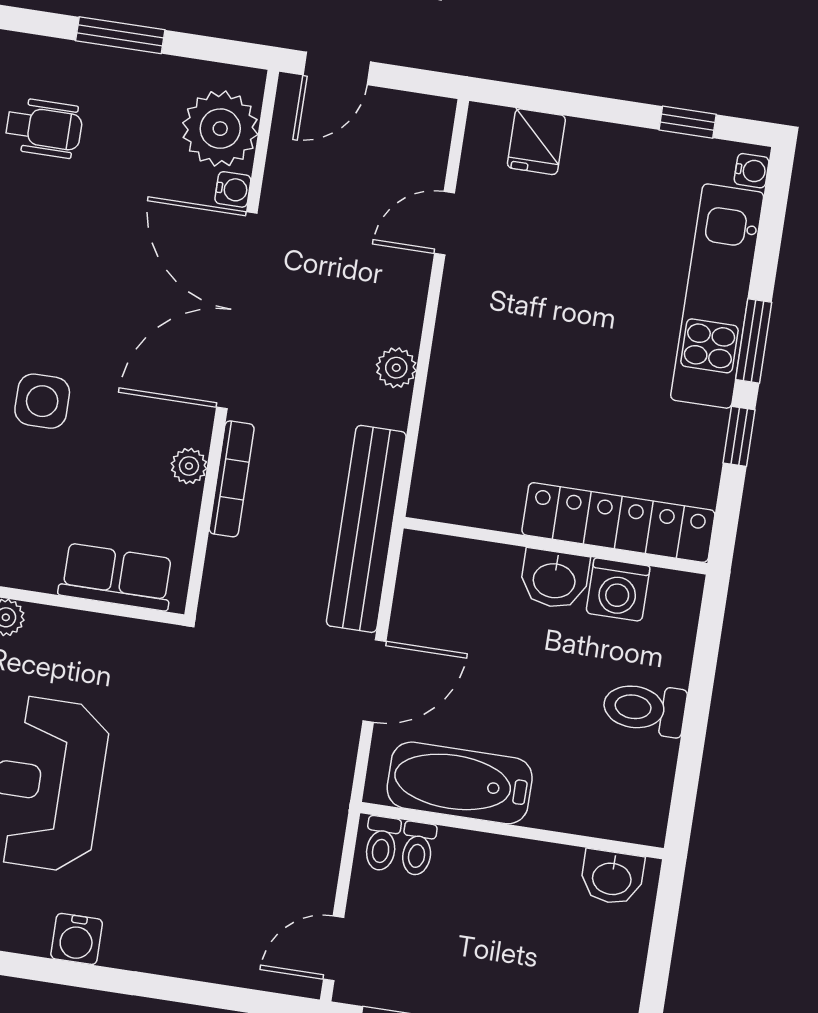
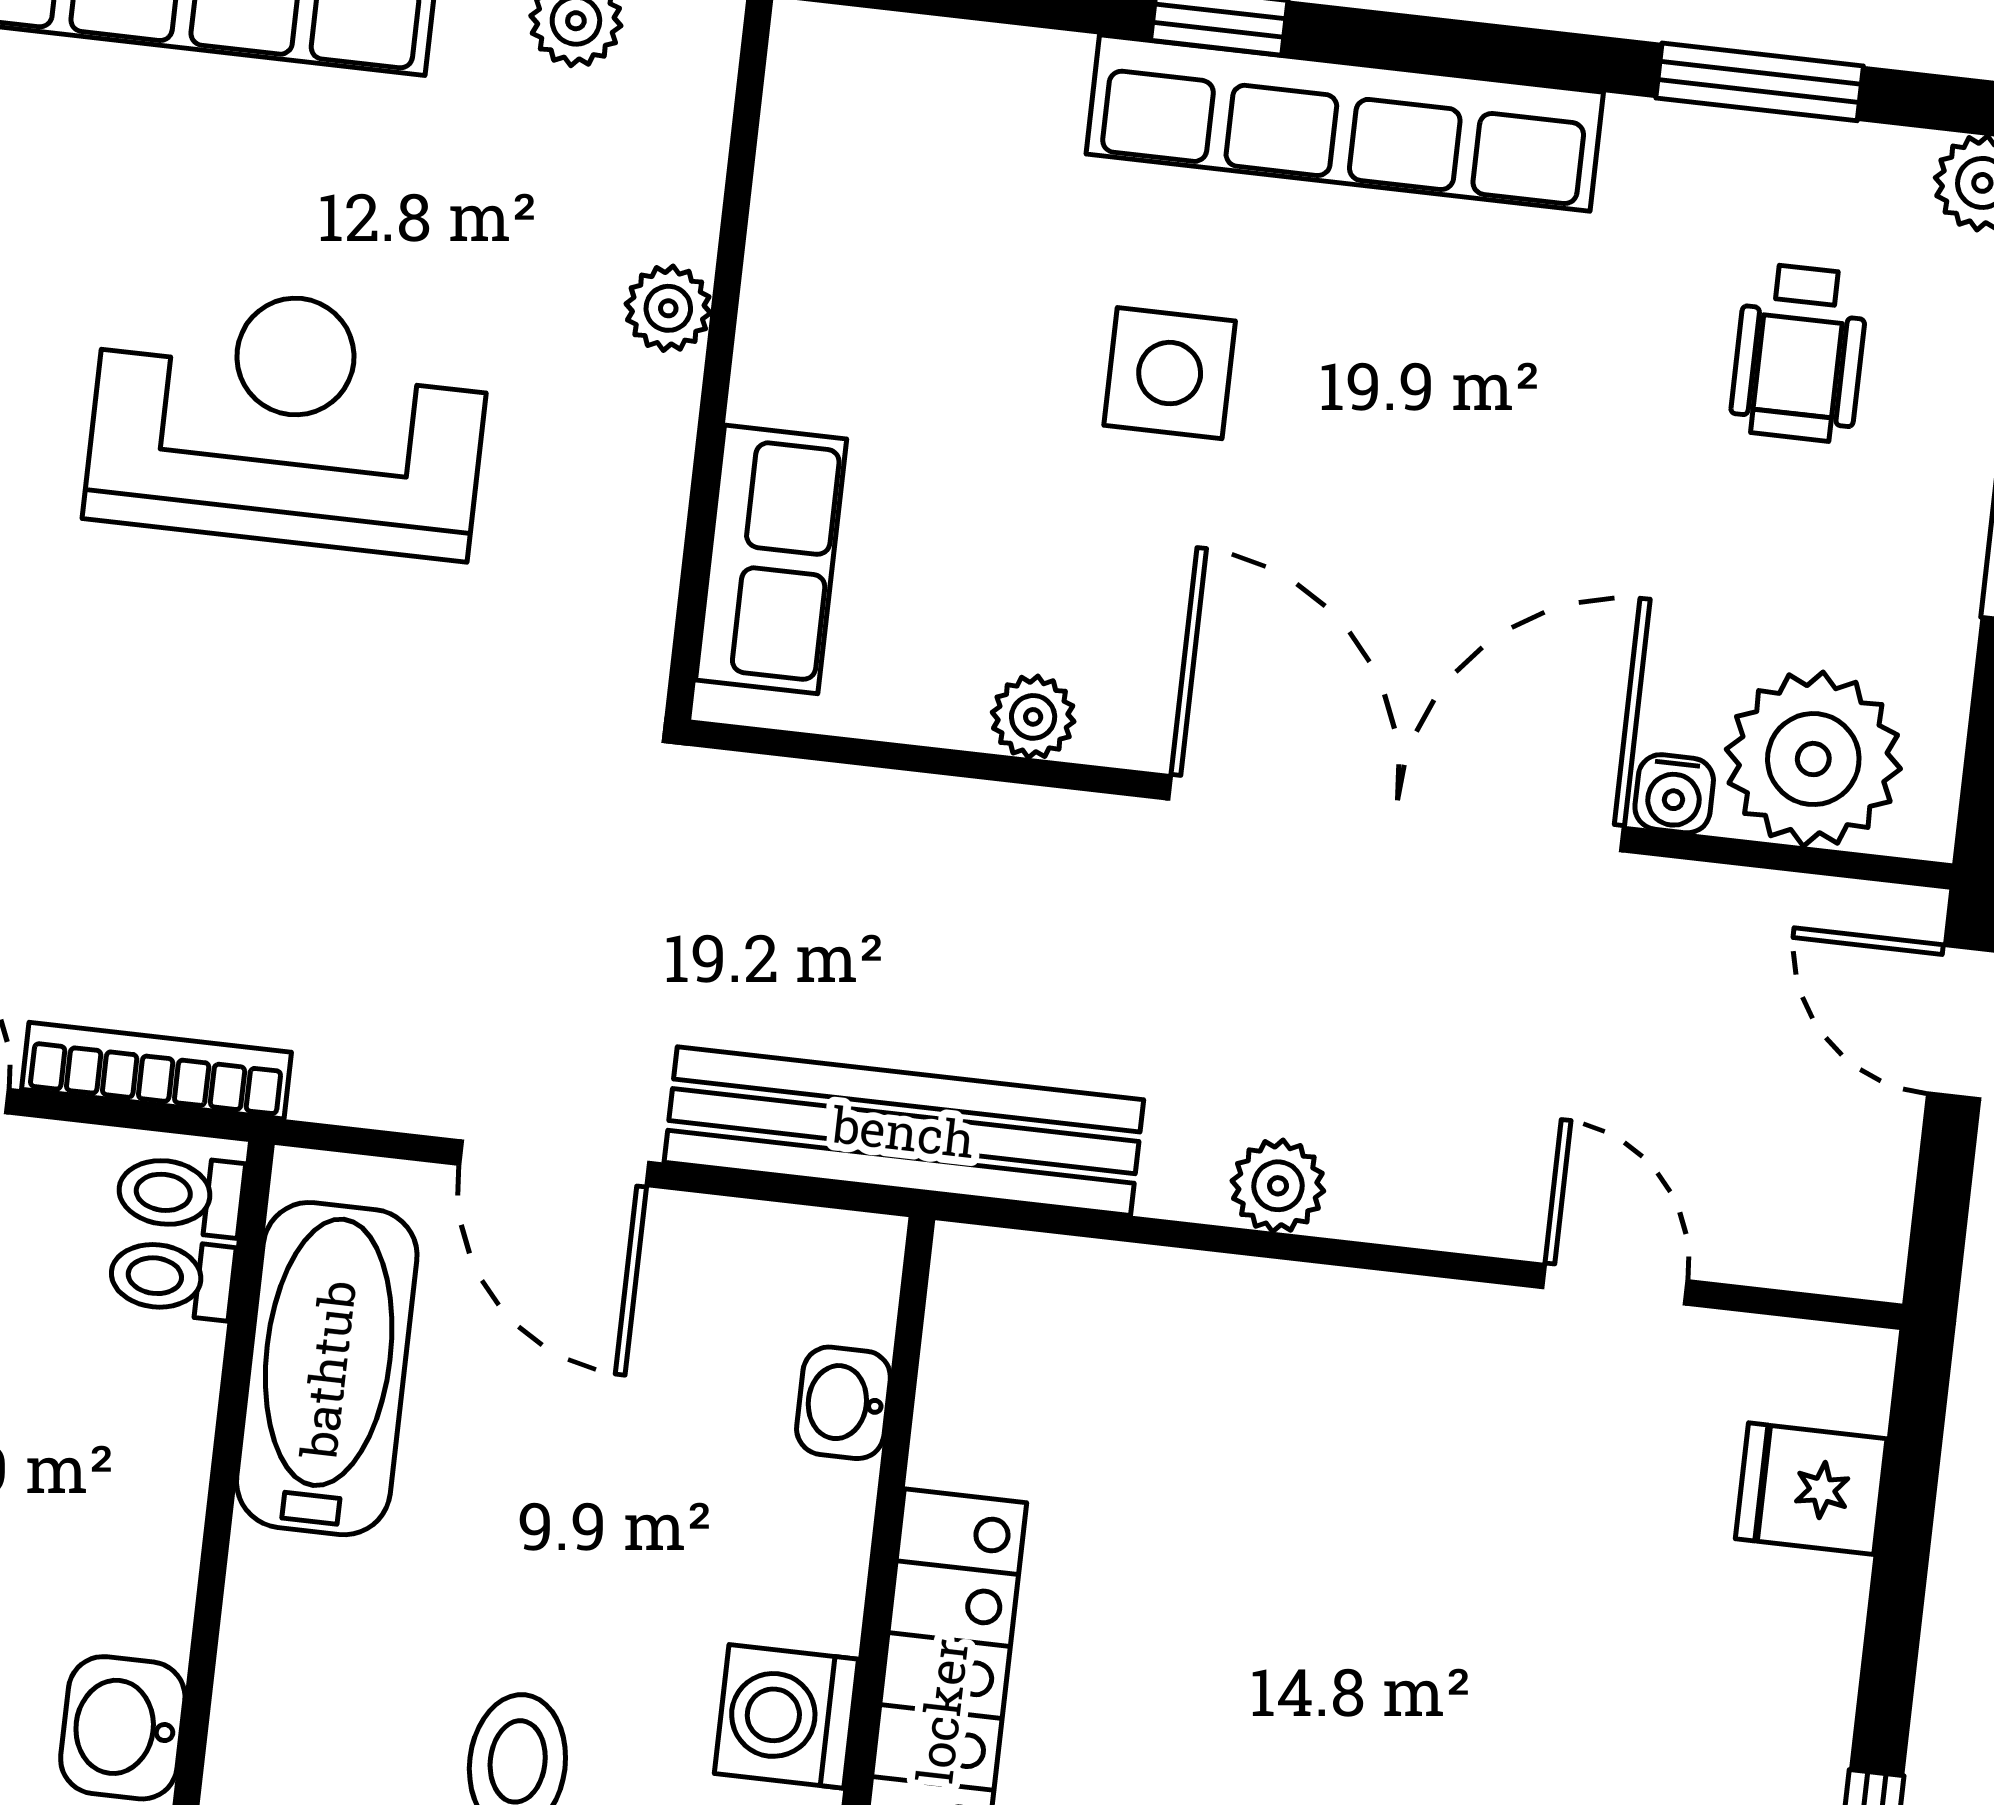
bookcase: (232, 479) -> (156, 1071), moved, turned 180
washbasin: (554, 579) -> (843, 1403), moved, width x0.72, depth x0.69

